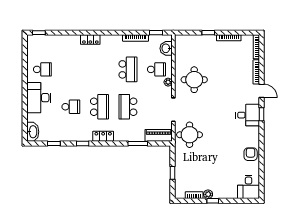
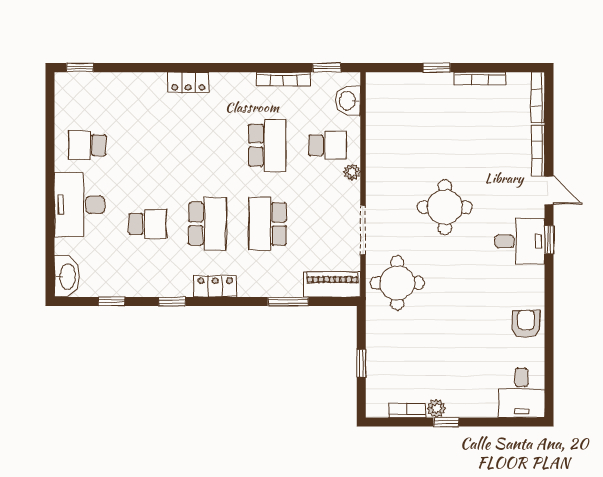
school desk: (42, 69) -> (87, 145), turned 180
round table: (194, 80) -> (445, 207), moved

